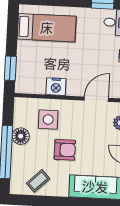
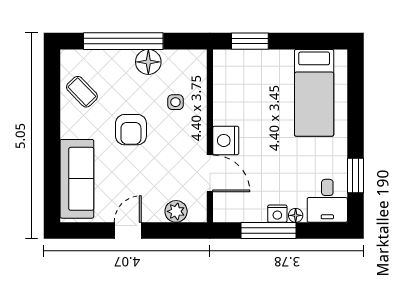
nightstand: (56, 87) -> (226, 140), moved
side table: (48, 120) -> (175, 102), width x0.54, depth x0.54

